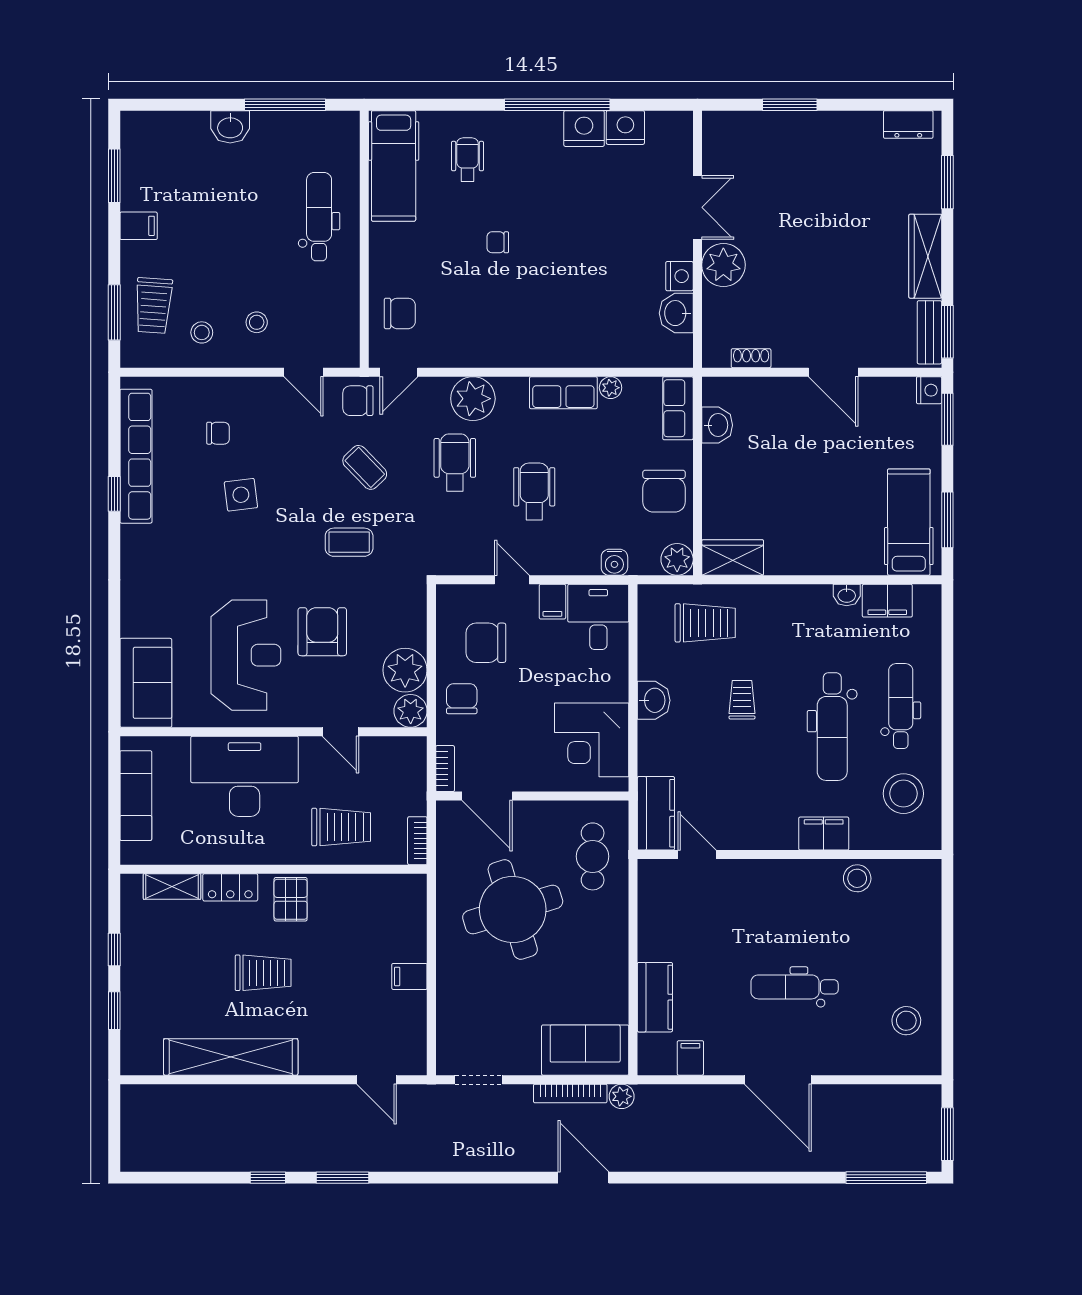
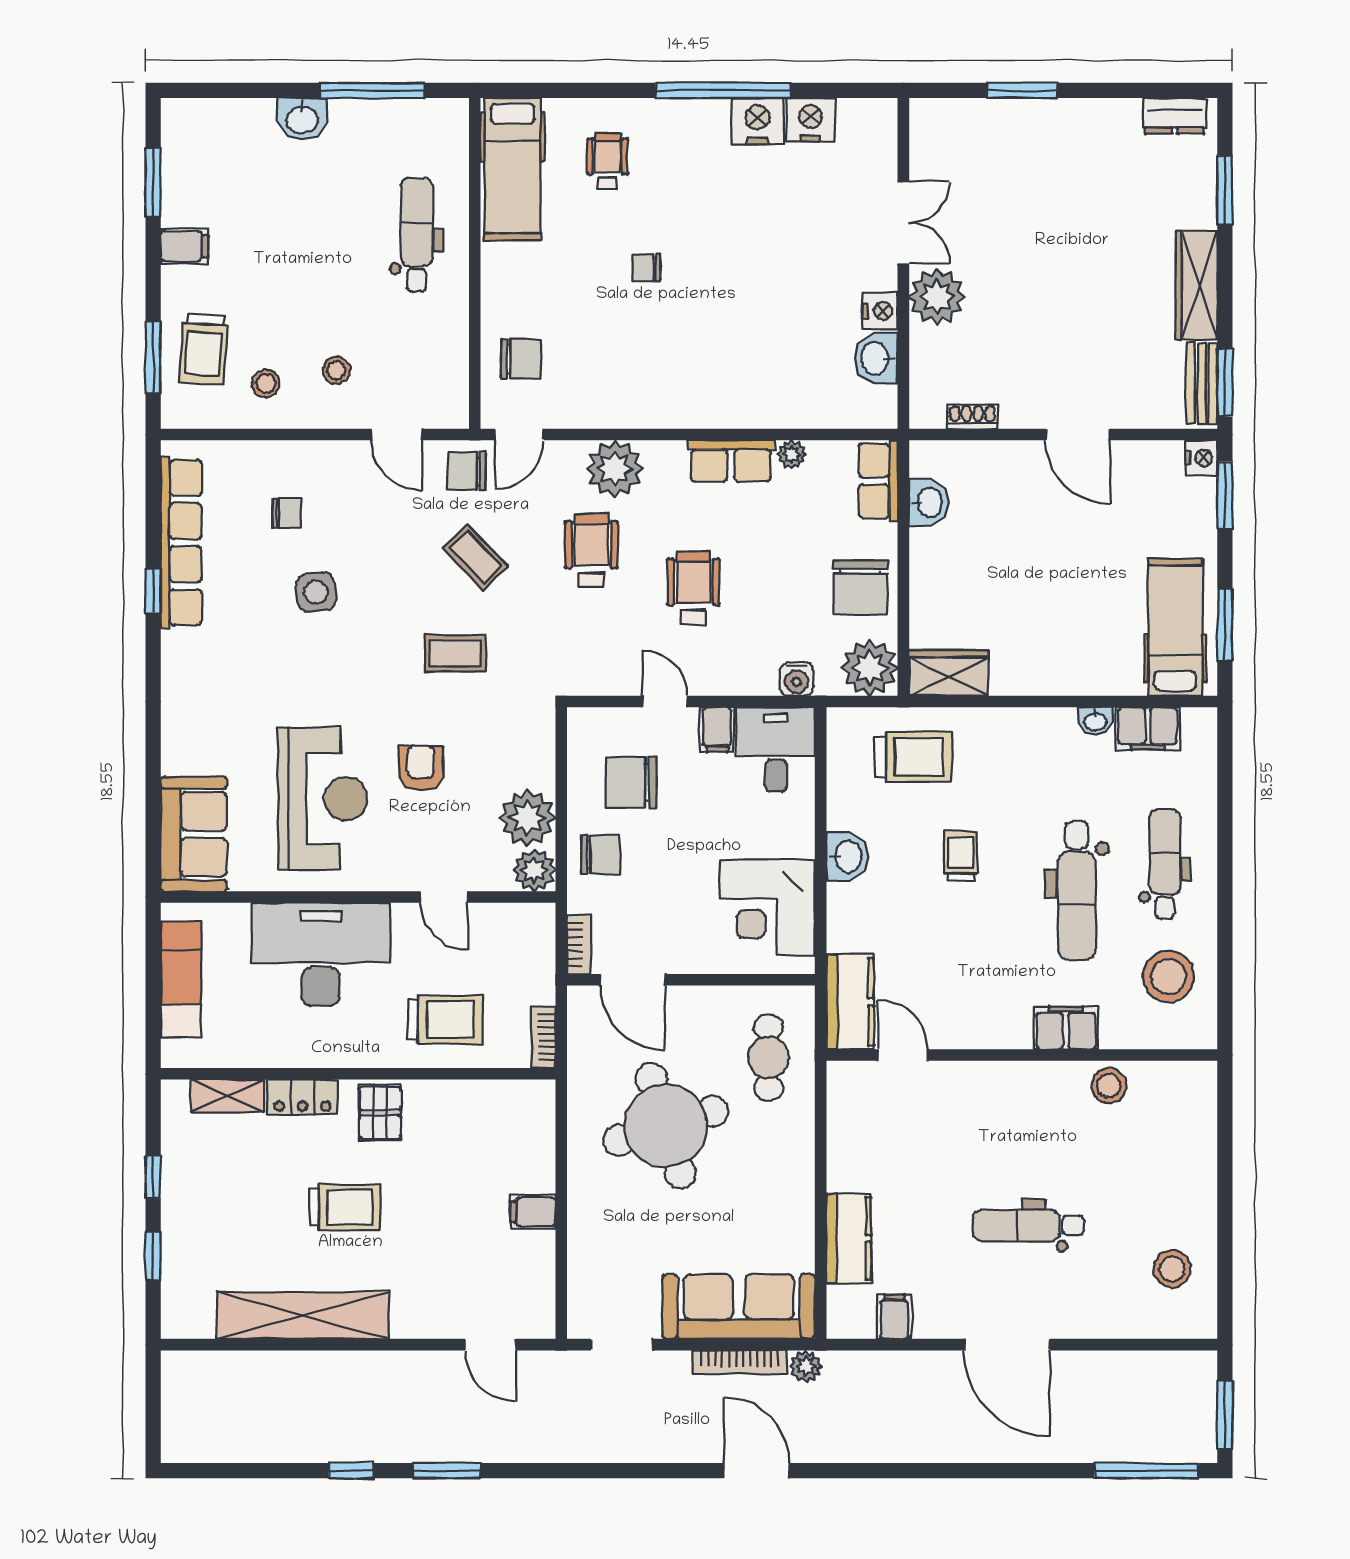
plant: (677, 559) -> (870, 668), width x1.36, depth x1.36
armchair: (322, 632) -> (421, 768), width x0.72, depth x0.72
chair: (462, 699) -> (600, 855), turned 90
sofa: (585, 1050) -> (739, 1307), width x1.36

